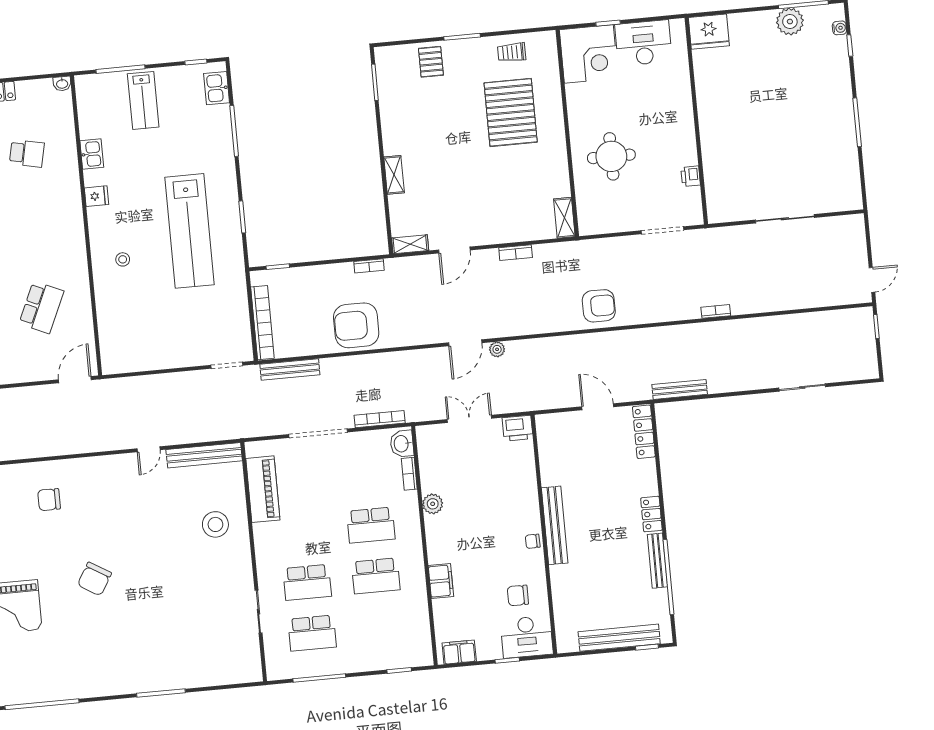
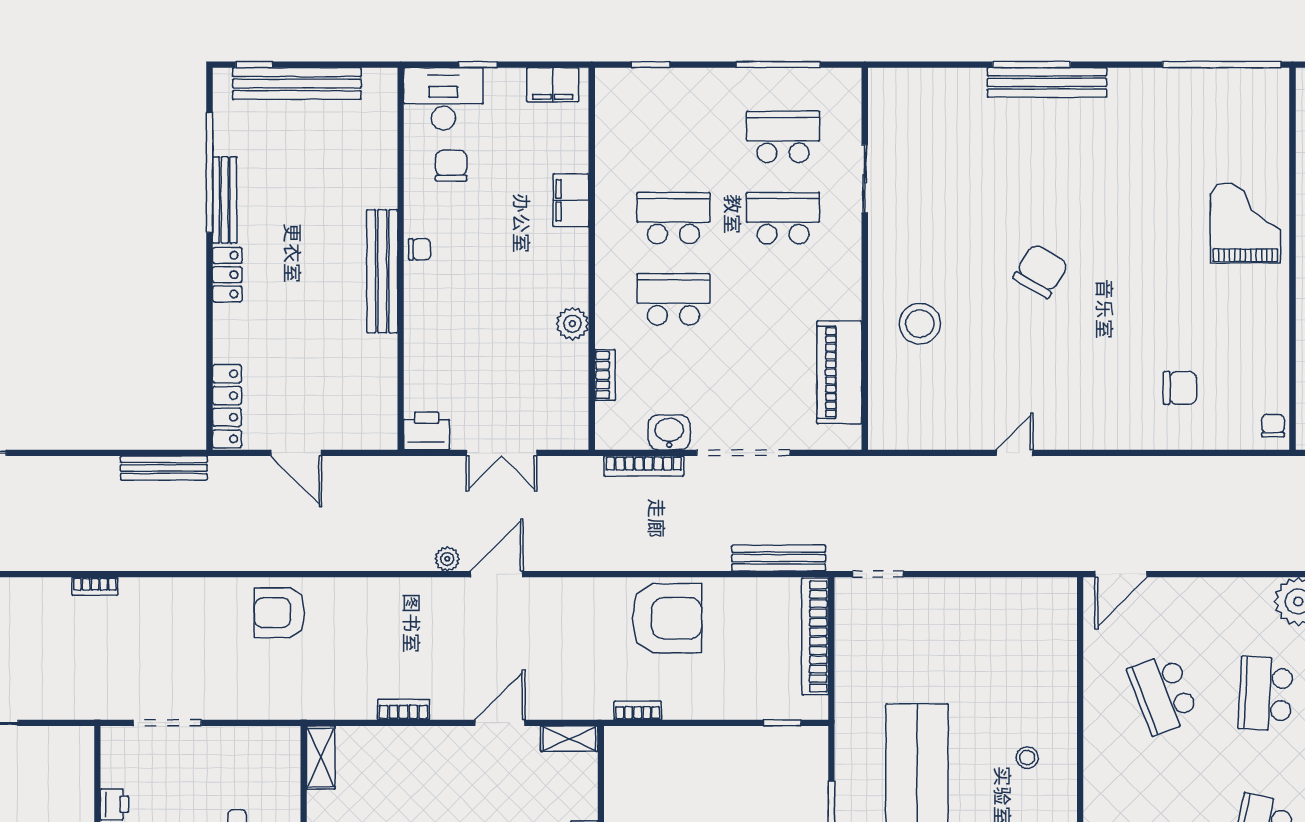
school desk: (41, 307) -> (1163, 694), turned -45
washbasin: (402, 444) -> (669, 432), moved, turned -90
bench: (204, 455) -> (1047, 82), moved
chair: (94, 579) -> (1041, 271), moved
chair: (518, 595) -> (451, 166), turned -90

